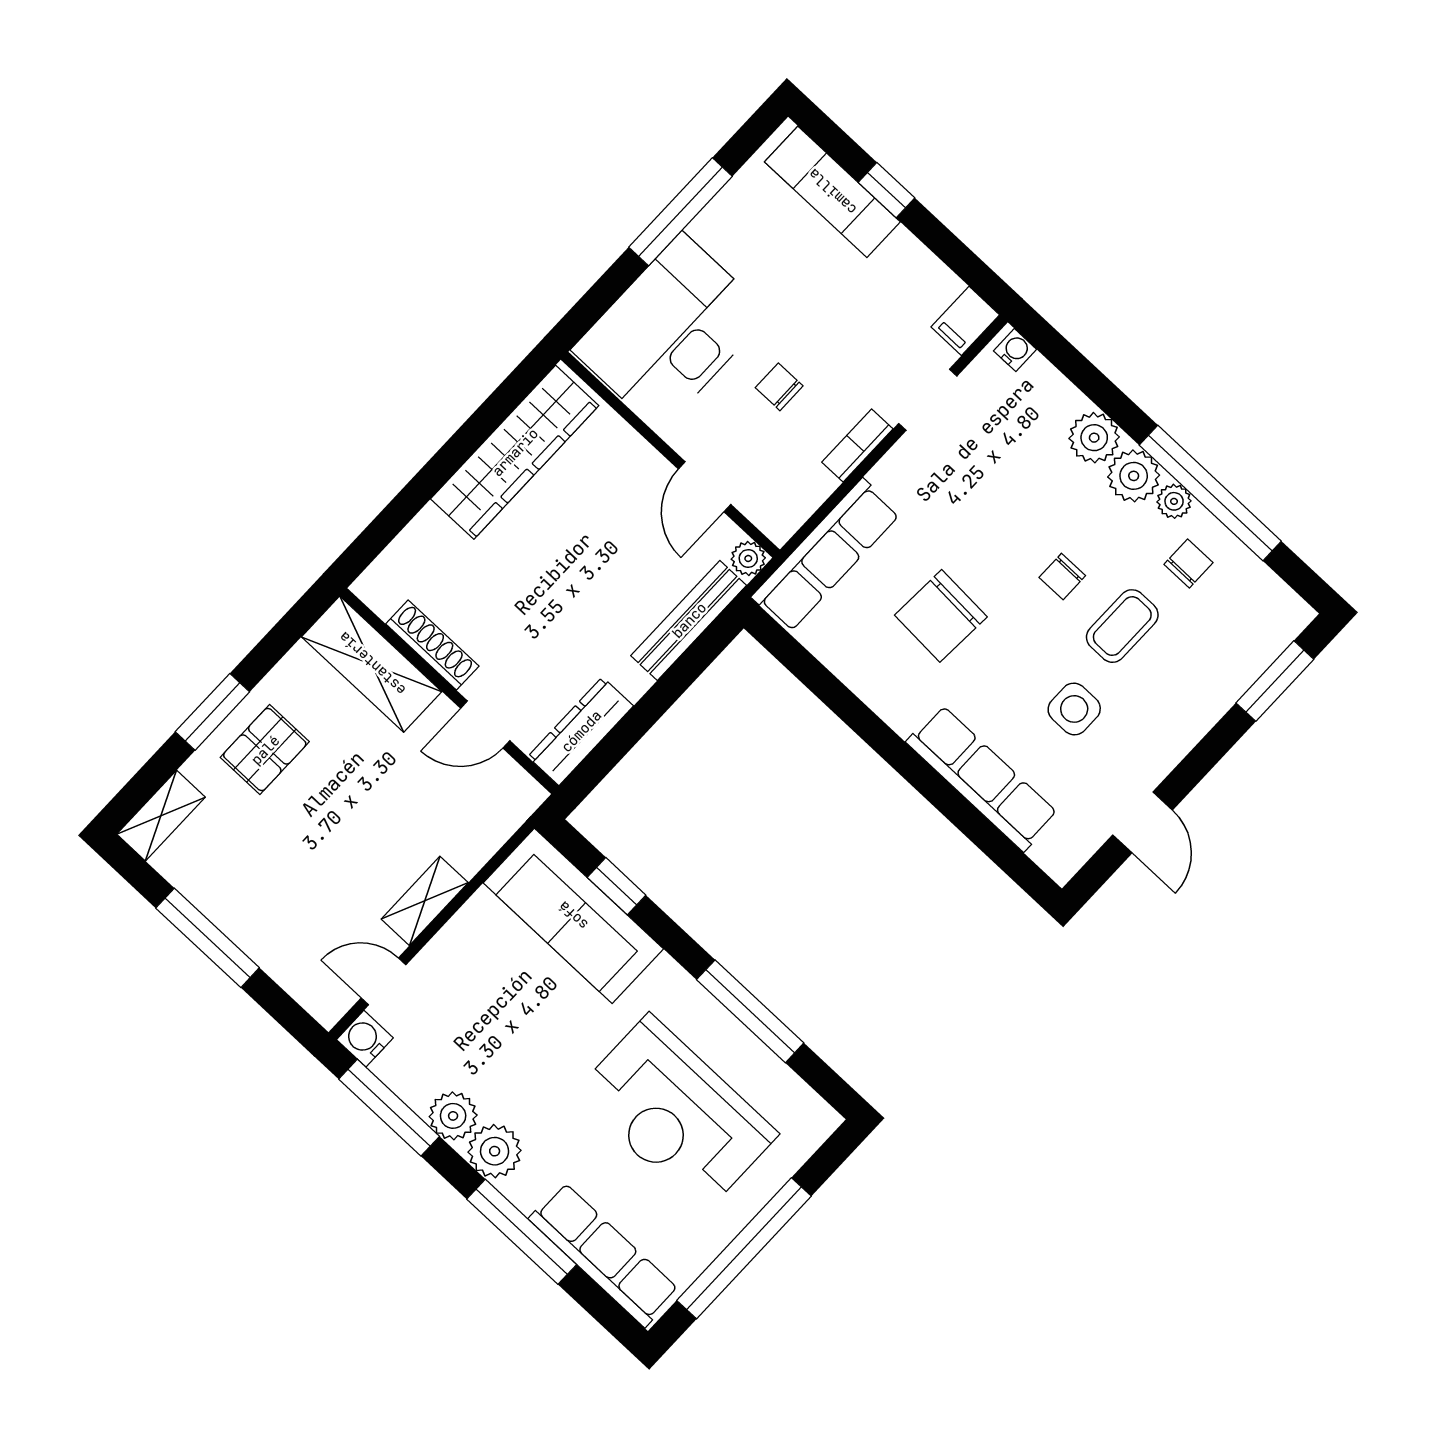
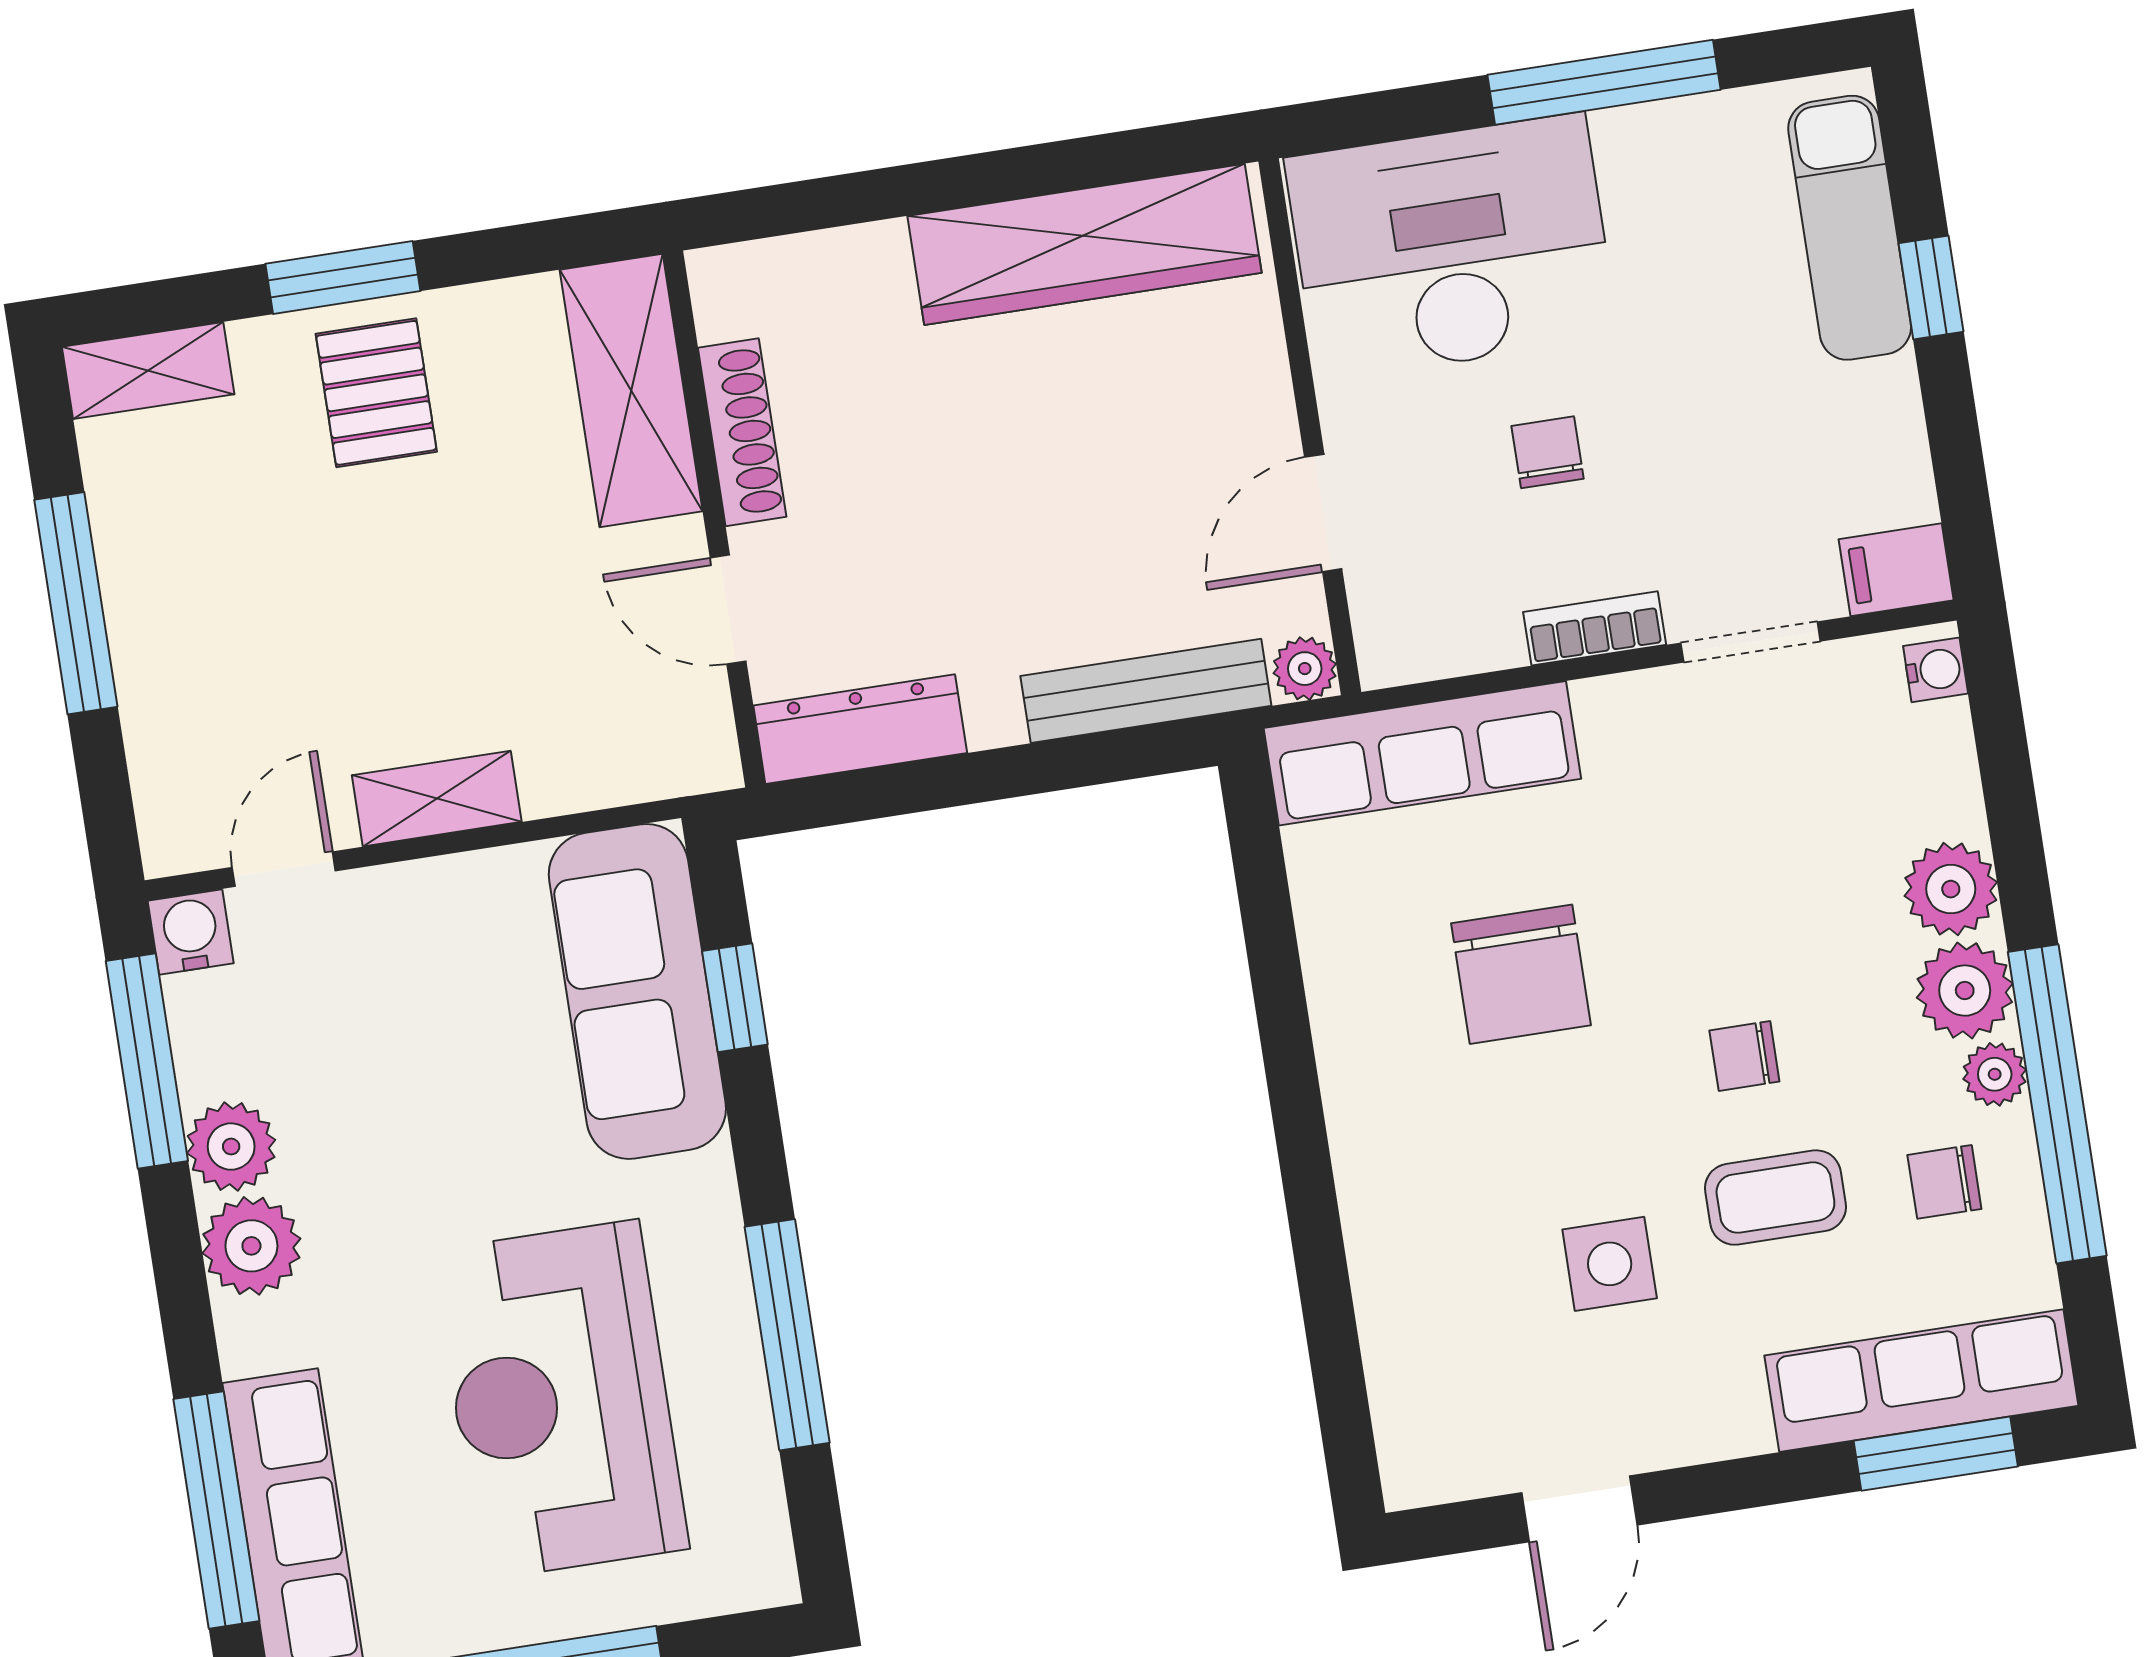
chair: (1188, 563) -> (1944, 1182), turned 180
chair: (941, 616) -> (1521, 974), turned -93
pallet: (265, 750) -> (376, 393), turned 90
row of seats: (982, 778) -> (1921, 1381), moved, turned -90
door: (383, 981) -> (284, 869), hinge flipped
window: (522, 1232) -> (216, 1510), moved

